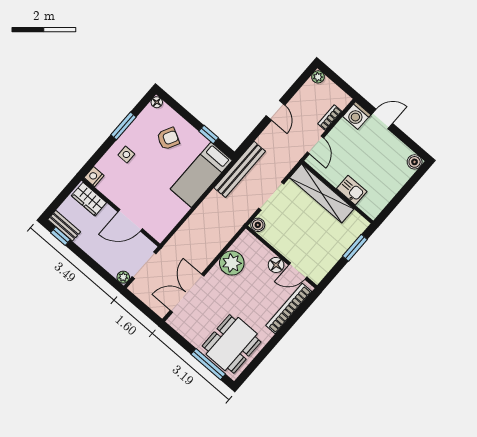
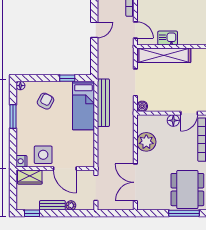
door: (276, 110) -> (94, 30), hinge flipped
side table: (126, 155) -> (43, 155), moved, width x1.87, depth x1.87
bench: (240, 169) -> (103, 103), moved
kitchen sink: (352, 190) -> (168, 38), moved
door: (130, 220) -> (65, 169), hinge flipped
bench: (64, 226) -> (52, 205), moved
plant: (123, 277) -> (71, 205), moved

